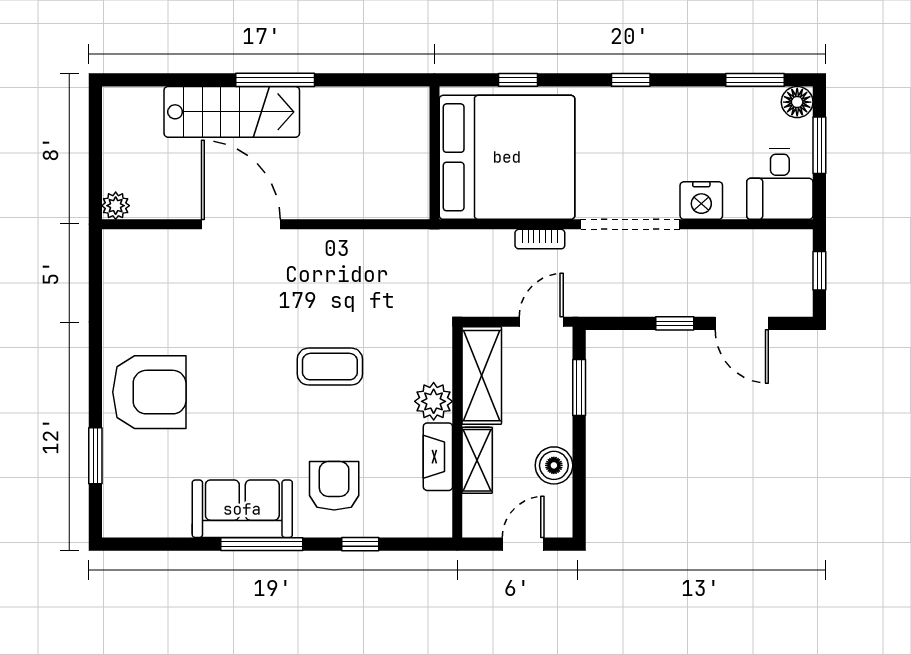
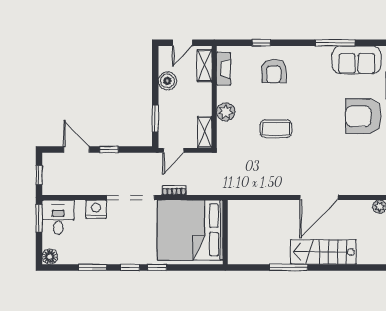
window: (275, 80) -> (289, 267), moved
window: (518, 80) -> (157, 267), moved
window: (755, 80) -> (92, 267), moved
window: (819, 145) -> (39, 218), moved
door: (241, 224) -> (319, 197), hinge flipped
shelving: (482, 376) -> (205, 132), width x0.67, depth x0.75
fireplace: (438, 457) -> (224, 69), moved
shelving: (477, 460) -> (205, 66), moved
sofa: (242, 509) -> (357, 60), moved
window: (262, 544) -> (335, 43), moved

